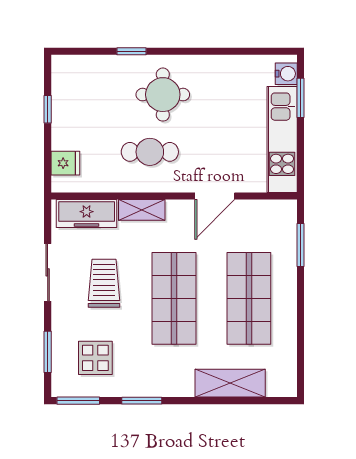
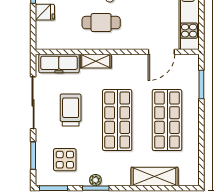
fridge: (65, 163) -> (45, 12), moved
door: (215, 196) -> (161, 52), moved
sliding door: (48, 272) -> (33, 103), width x1.37
plant: (141, 389) -> (95, 180), added

